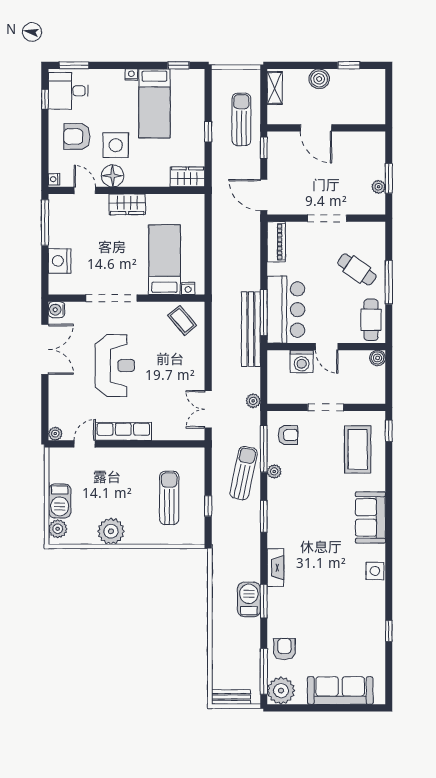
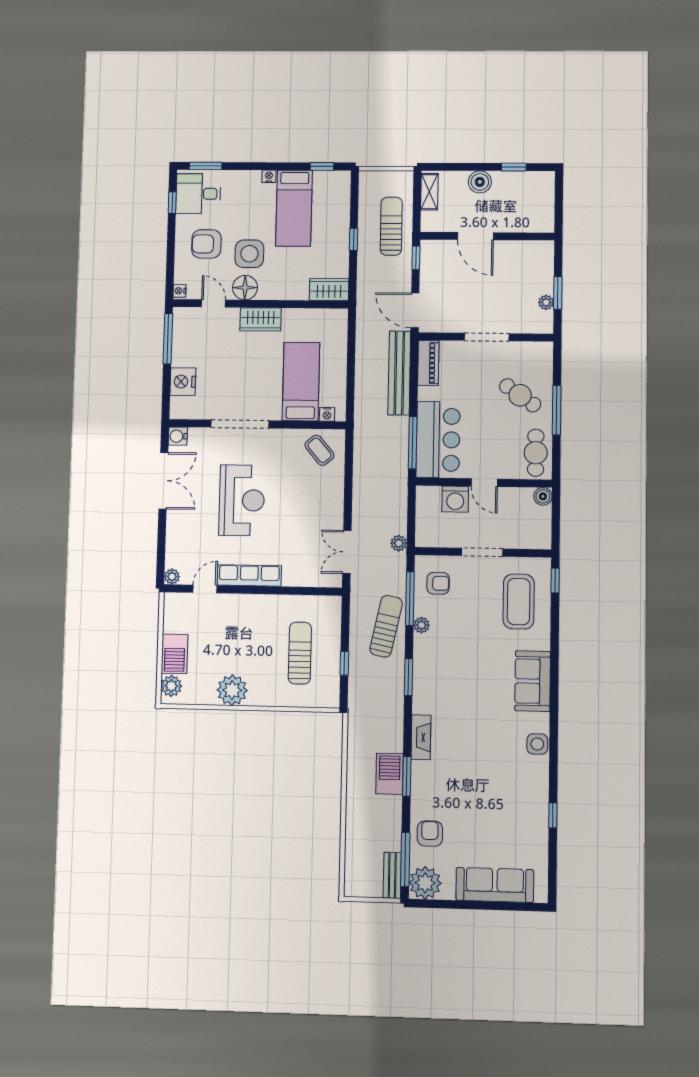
bench: (251, 329) -> (399, 373), moved
bench: (231, 697) -> (392, 875), moved, turned 90

